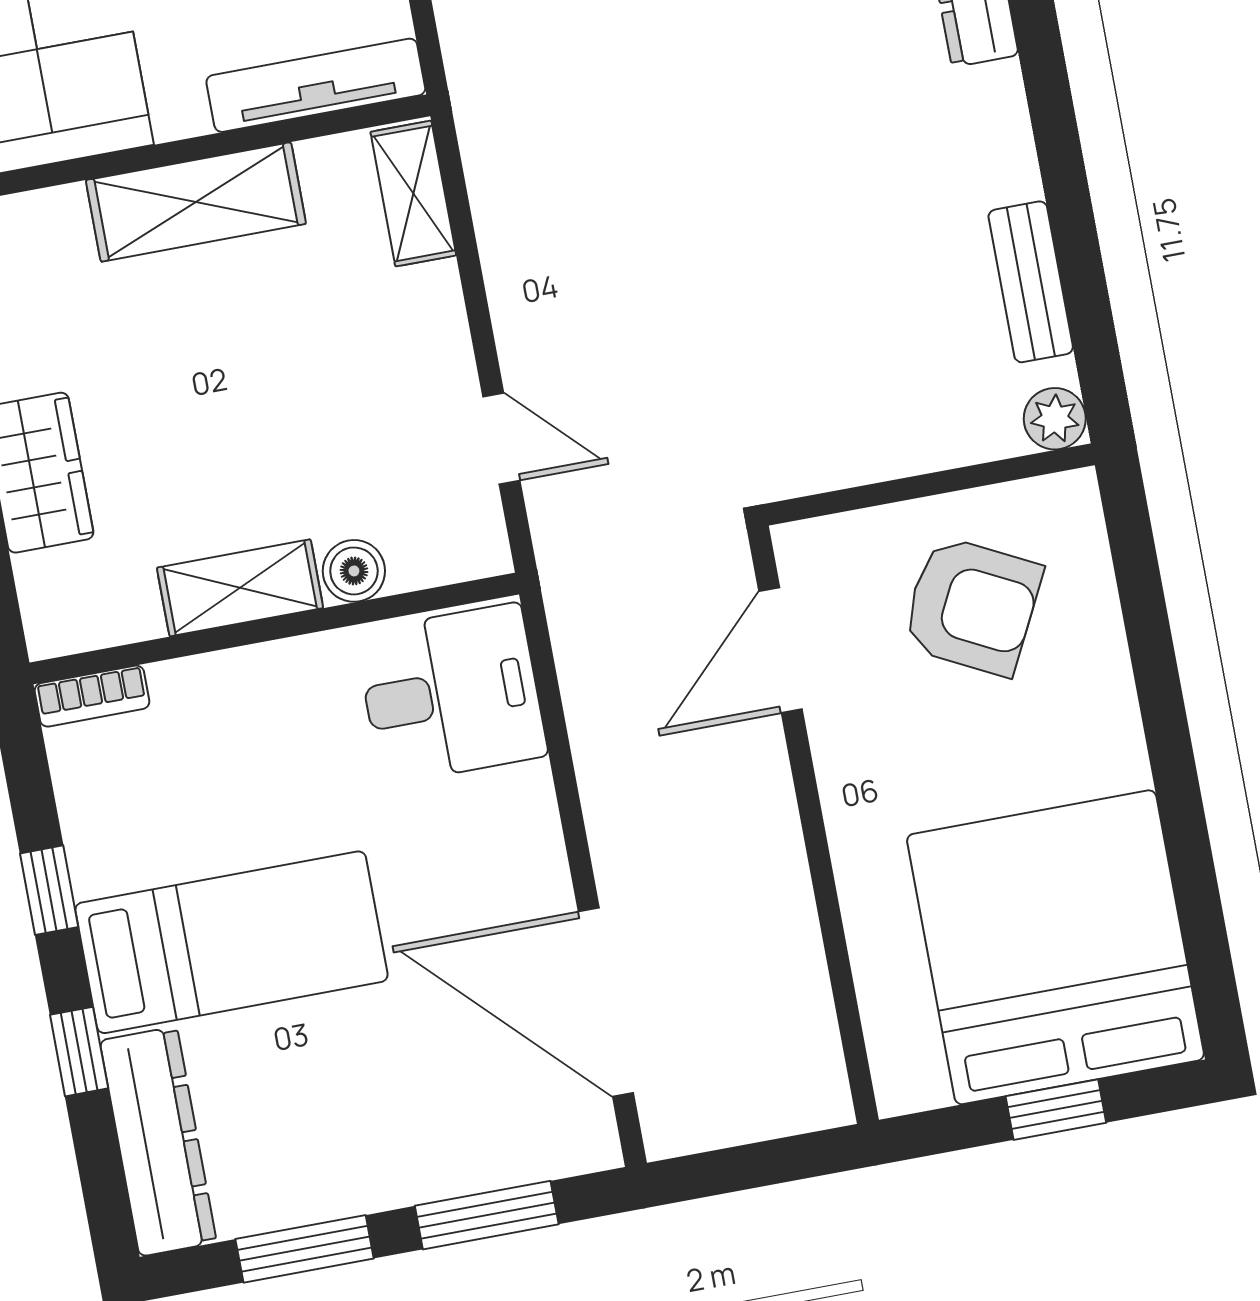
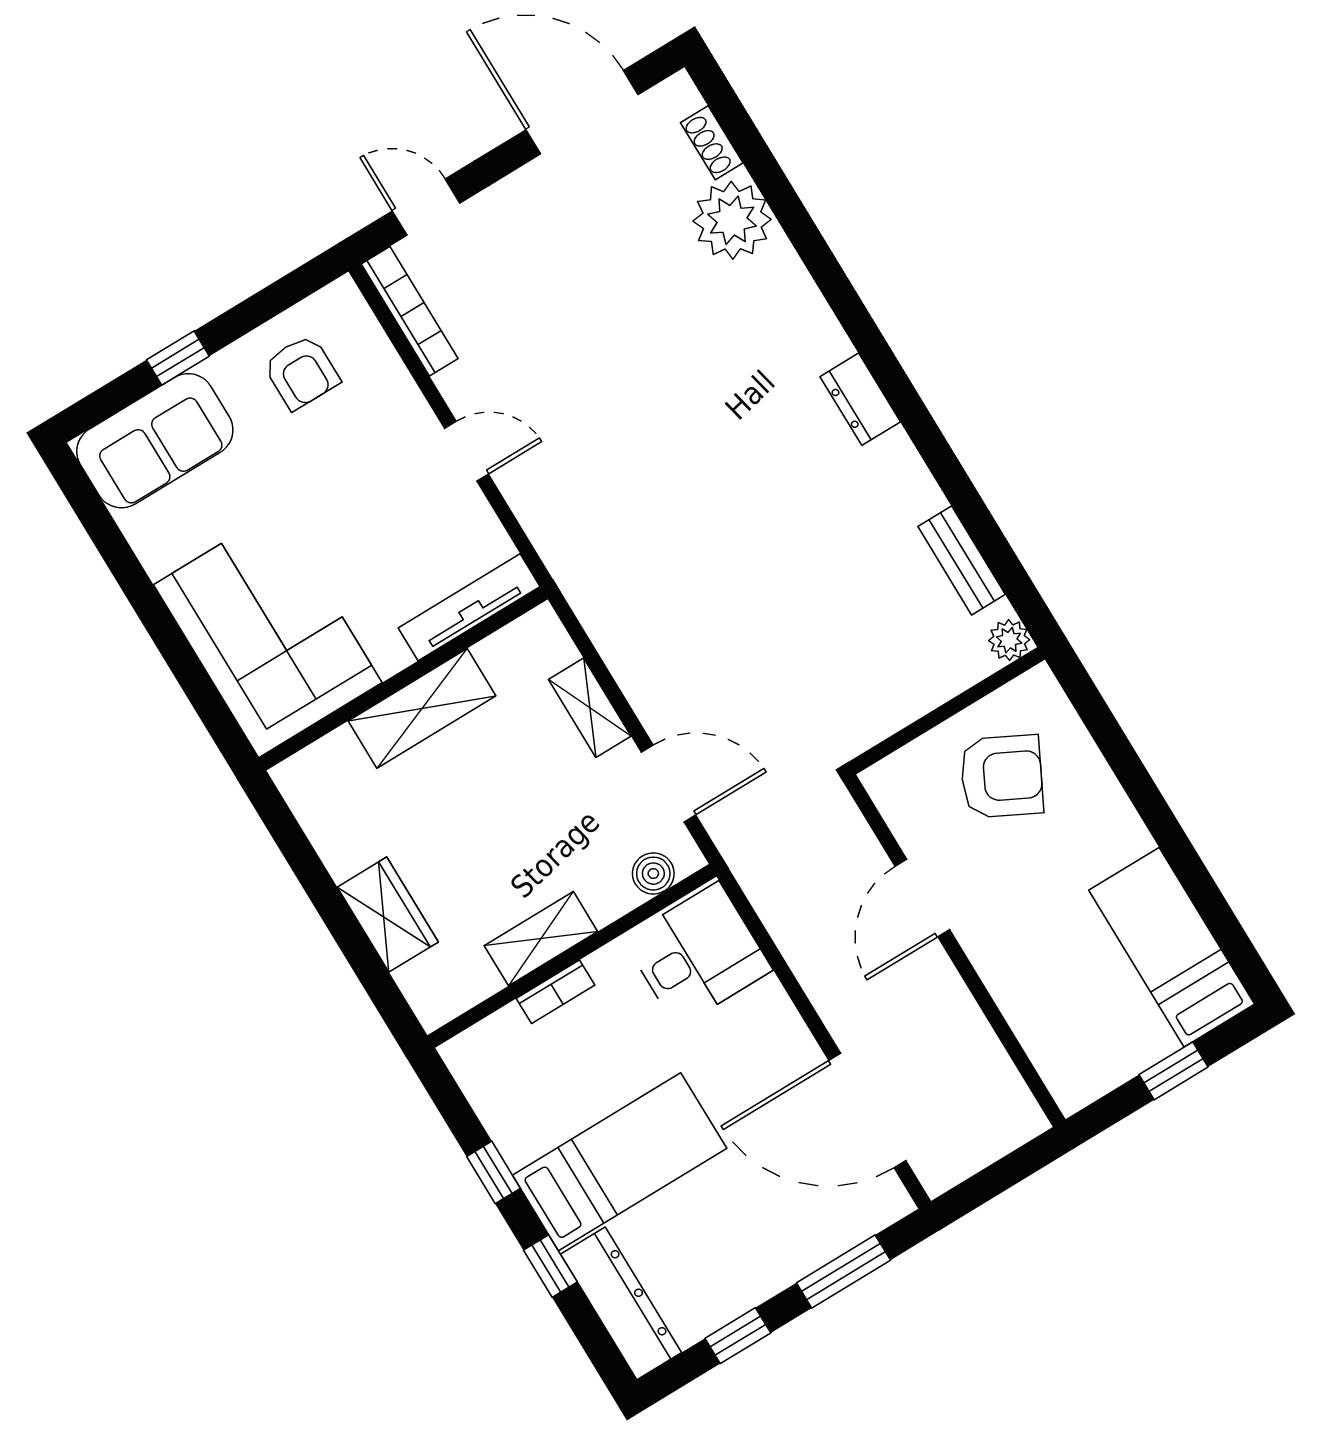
shelving: (413, 194) -> (590, 708), moved
door: (501, 438) -> (669, 784), width x1.38
boiler: (354, 571) -> (653, 874), moved
door: (781, 650) -> (922, 898), moved
bookcase: (92, 696) -> (556, 992), moved
bed: (1055, 947) -> (1172, 947), width x0.49
window: (305, 1249) -> (738, 1336), width x0.67

